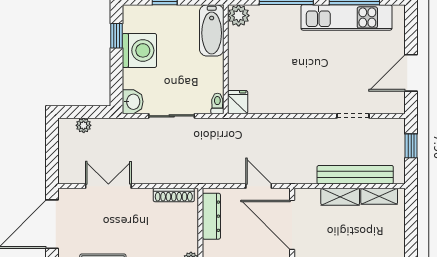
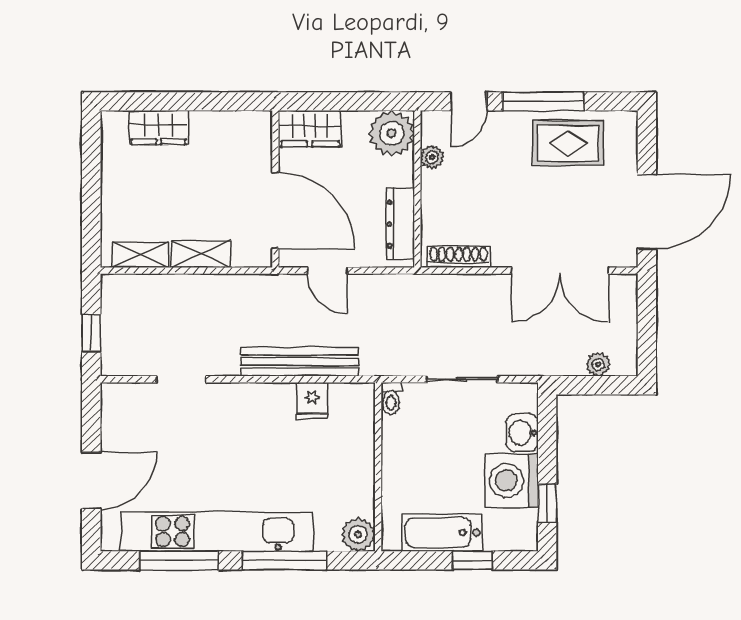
kitchen unit: (346, 17) -> (217, 532), width x1.36
bathtub: (212, 30) -> (442, 533), moved, turned -90
door: (411, 73) -> (91, 480), moved
washbasin: (133, 102) -> (522, 433), moved
fridge: (238, 102) -> (312, 401), moved
bench: (355, 175) -> (299, 362), moved
double door: (108, 186) -> (560, 271), width x1.37

